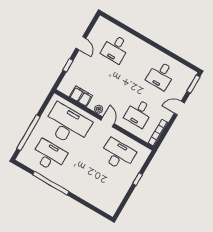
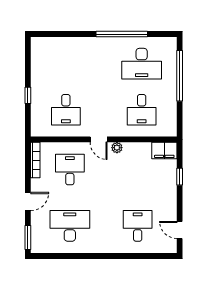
door: (81, 43) -> (180, 230), moved
desk: (161, 75) -> (70, 226), width x1.37
filing cabinet: (81, 96) -> (164, 151), moved
desk: (67, 125) -> (142, 110), width x0.53, depth x0.77
desk: (118, 154) -> (66, 110), width x0.73

